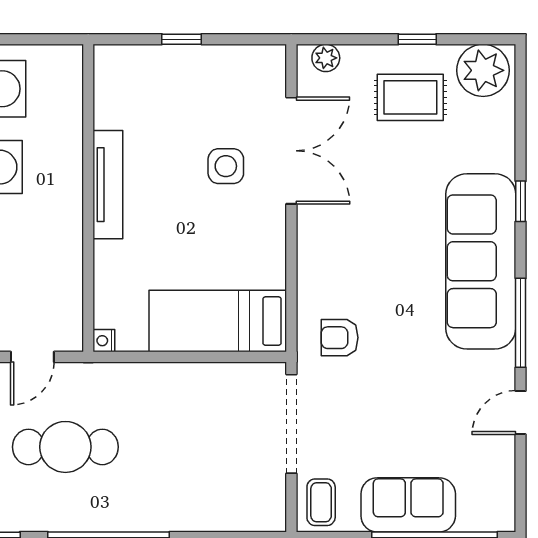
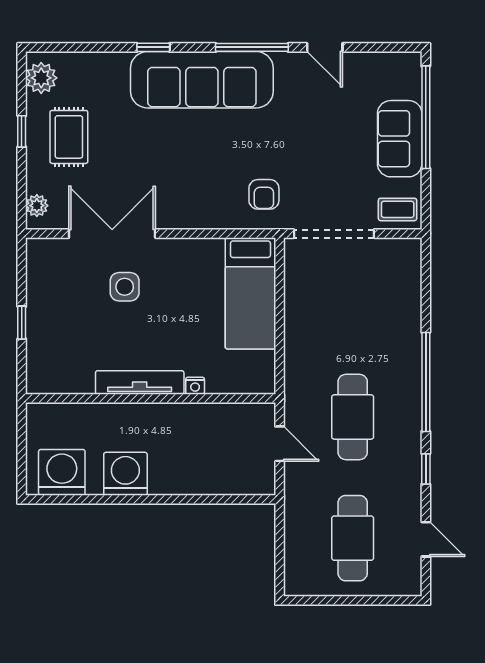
plant: (483, 70) -> (41, 78), width x0.73, depth x0.73
nightstand: (104, 341) -> (195, 386), moved

